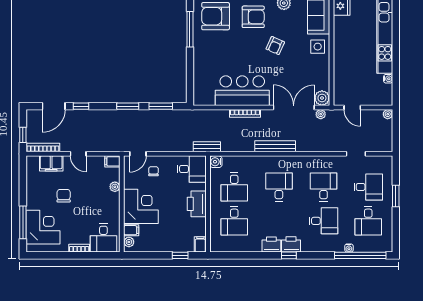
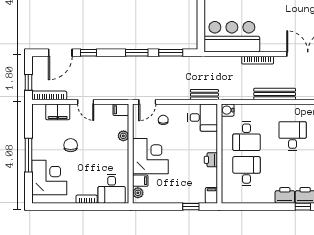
bar counter: (242, 91) -> (232, 37), moved
bench: (275, 146) -> (275, 94), moved
bench: (207, 147) -> (204, 95), moved
printer: (197, 204) -> (211, 160), width x0.53, depth x0.68
desk: (234, 221) -> (246, 171), turned 180
window: (23, 222) -> (28, 155), moved

